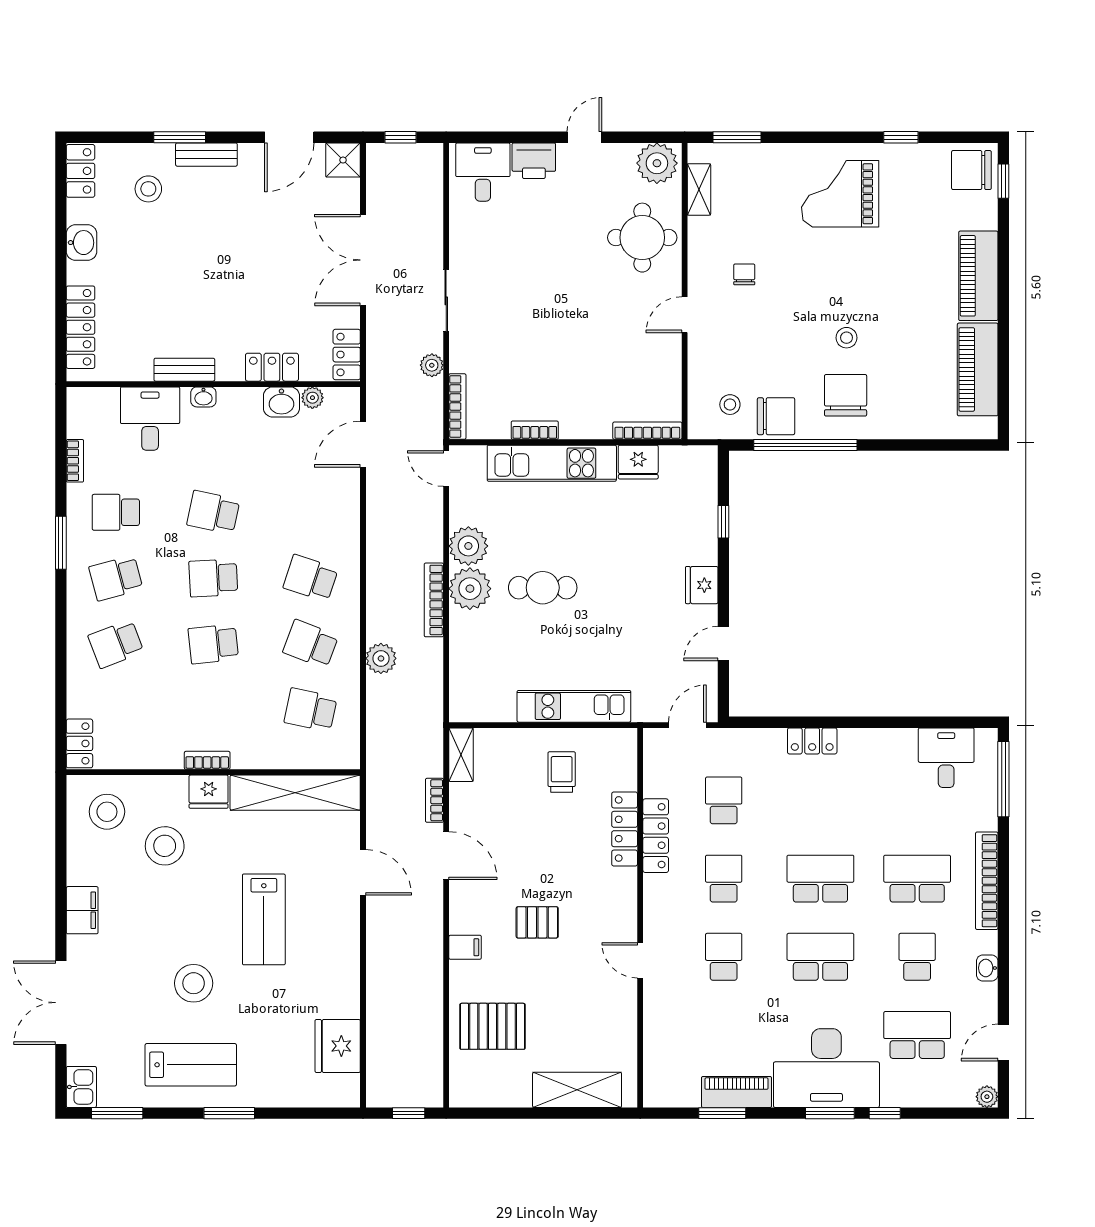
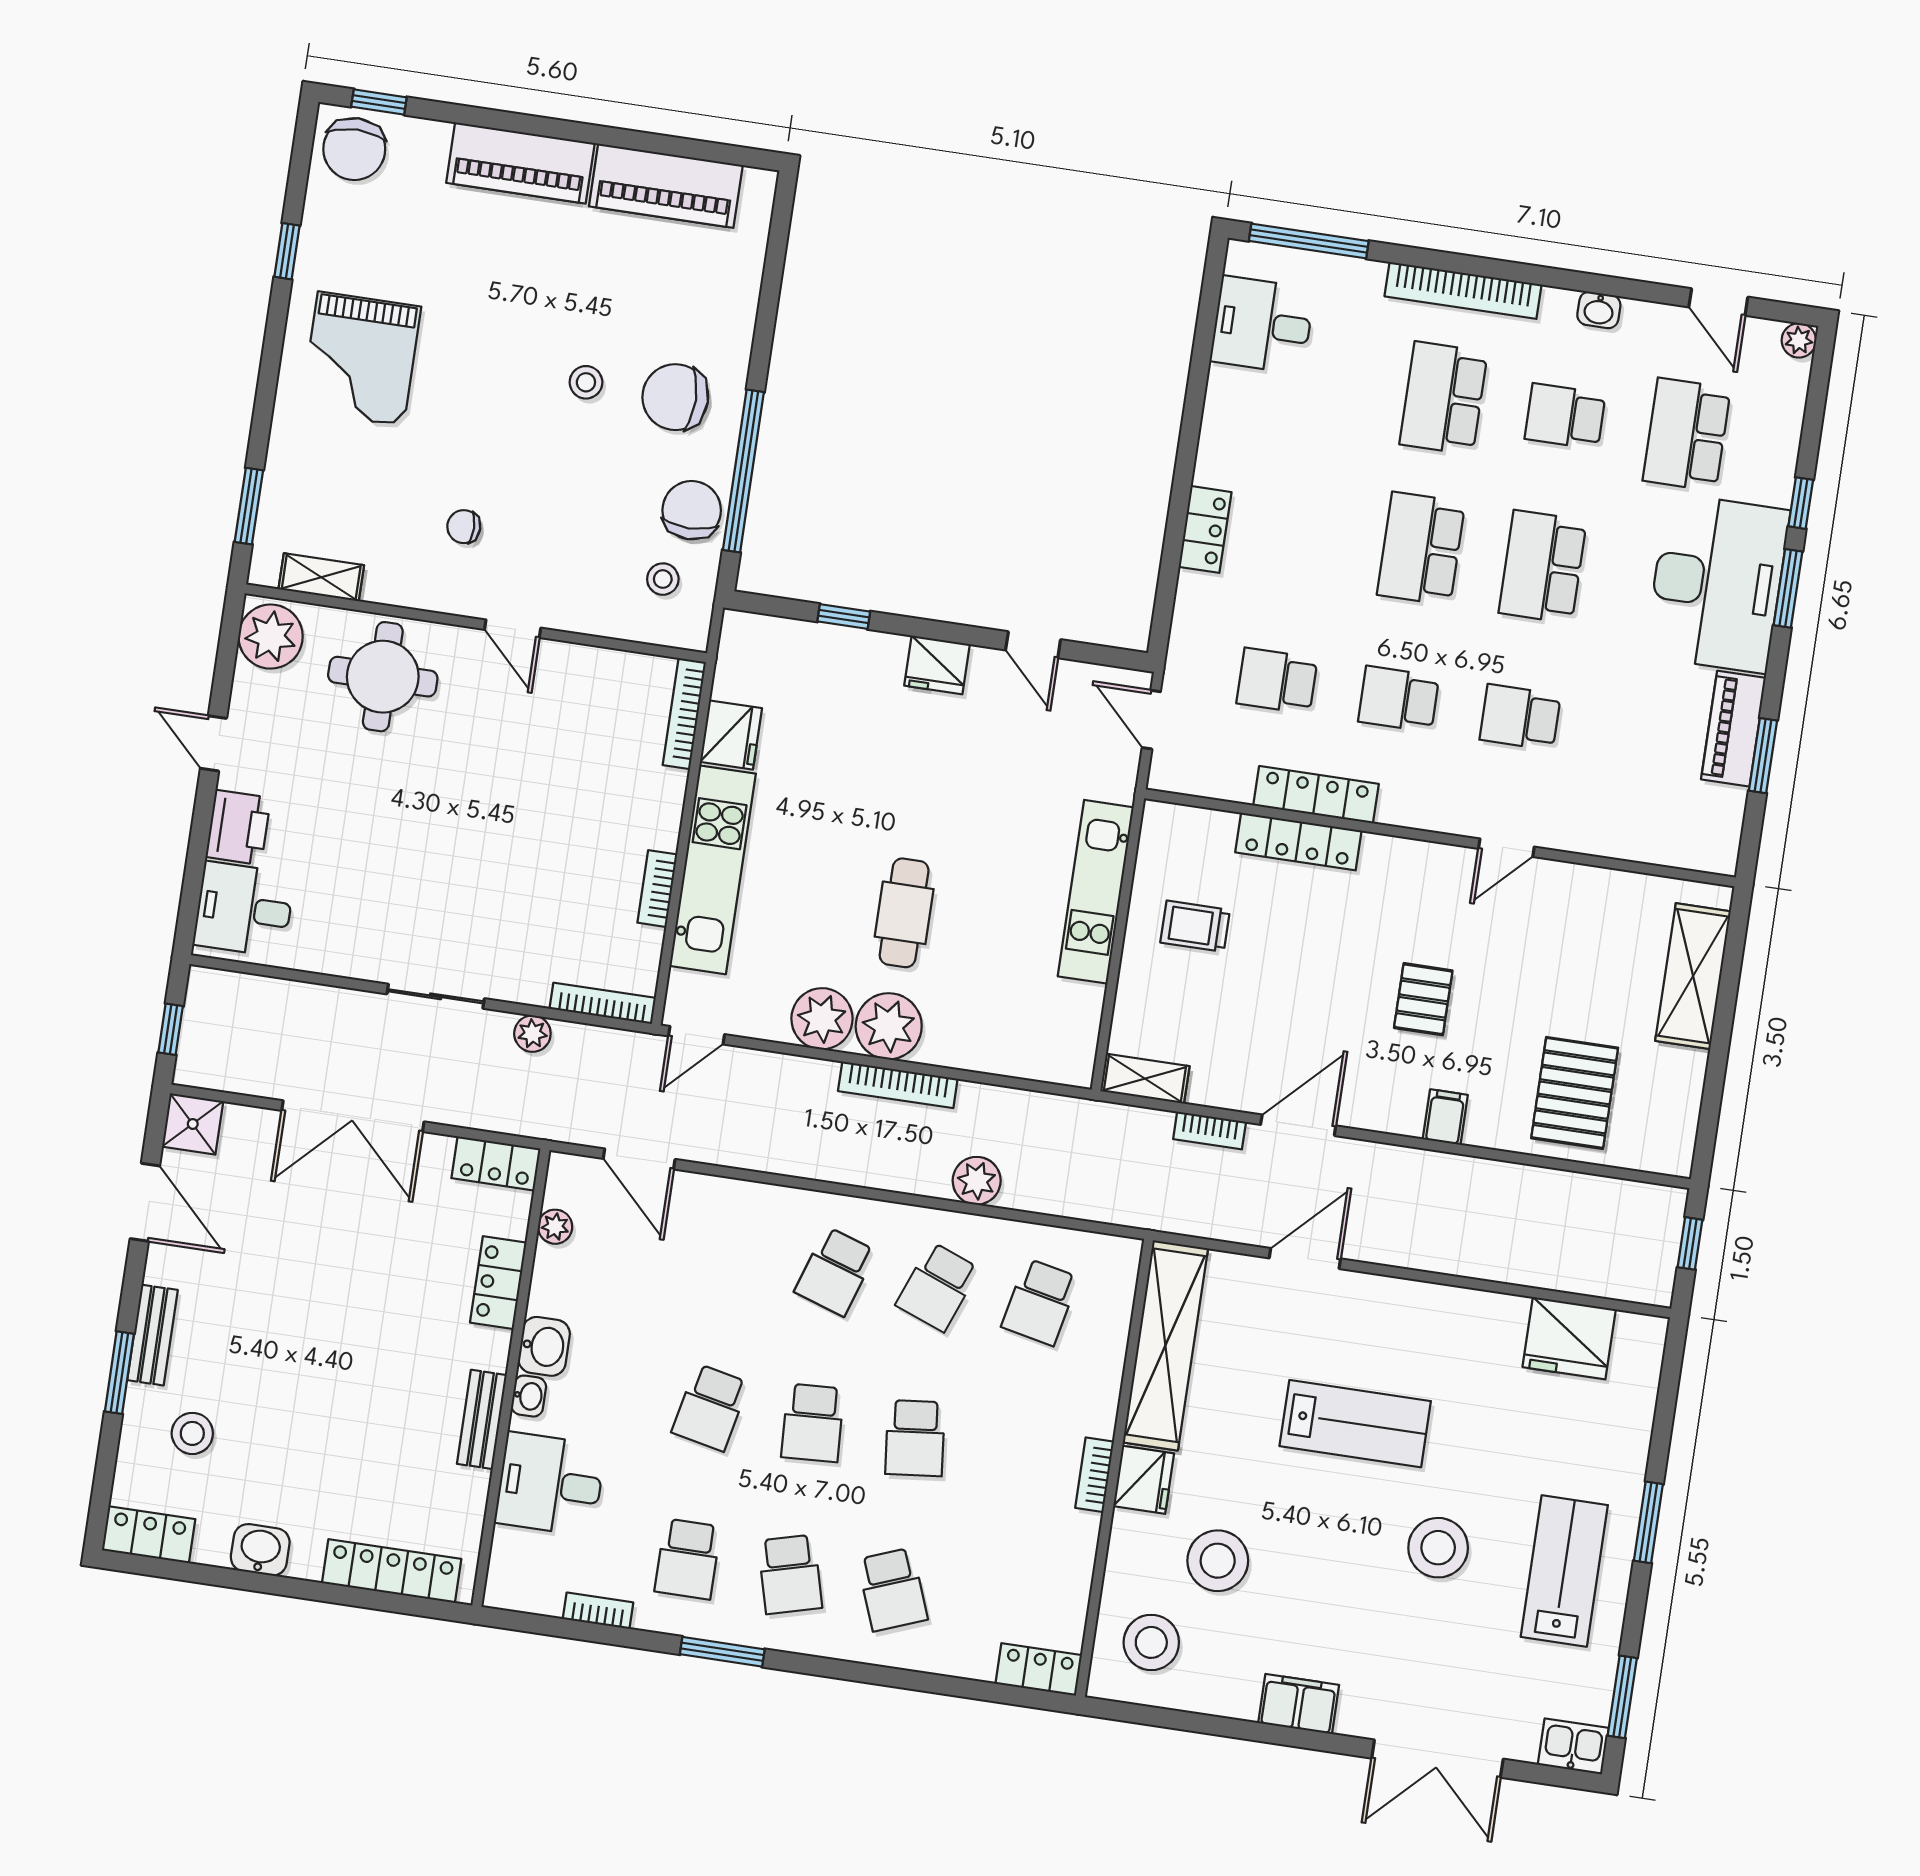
washbasin: (281, 402) -> (544, 1346), moved

